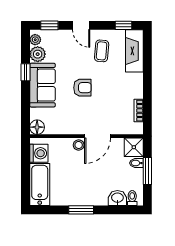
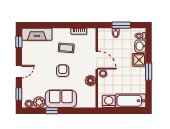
coffee table: (102, 51) -> (66, 48), moved
floor lamp: (37, 127) -> (90, 81), moved
shower: (134, 147) -> (139, 60), moved

